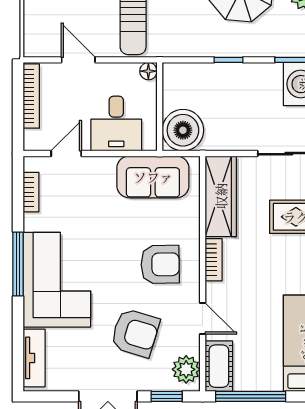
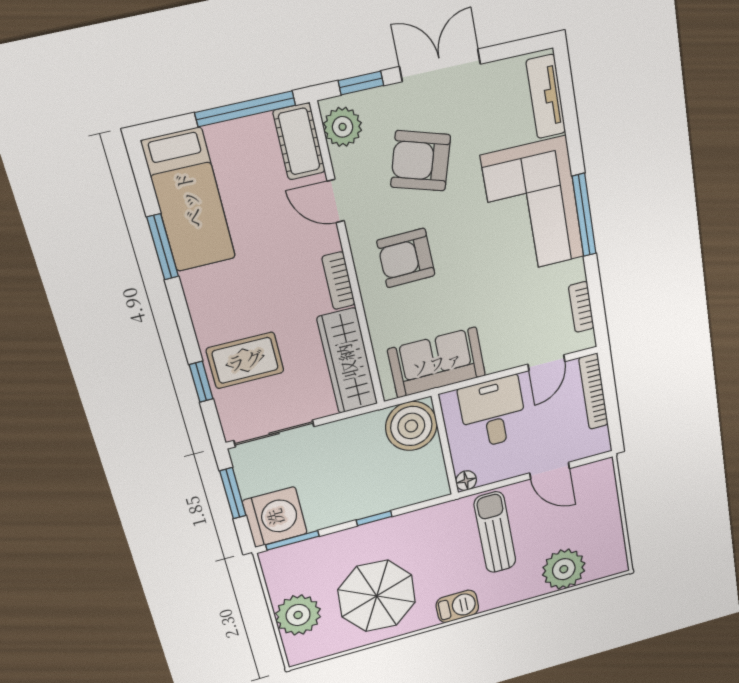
bookcase: (31, 96) -> (594, 391), moved

